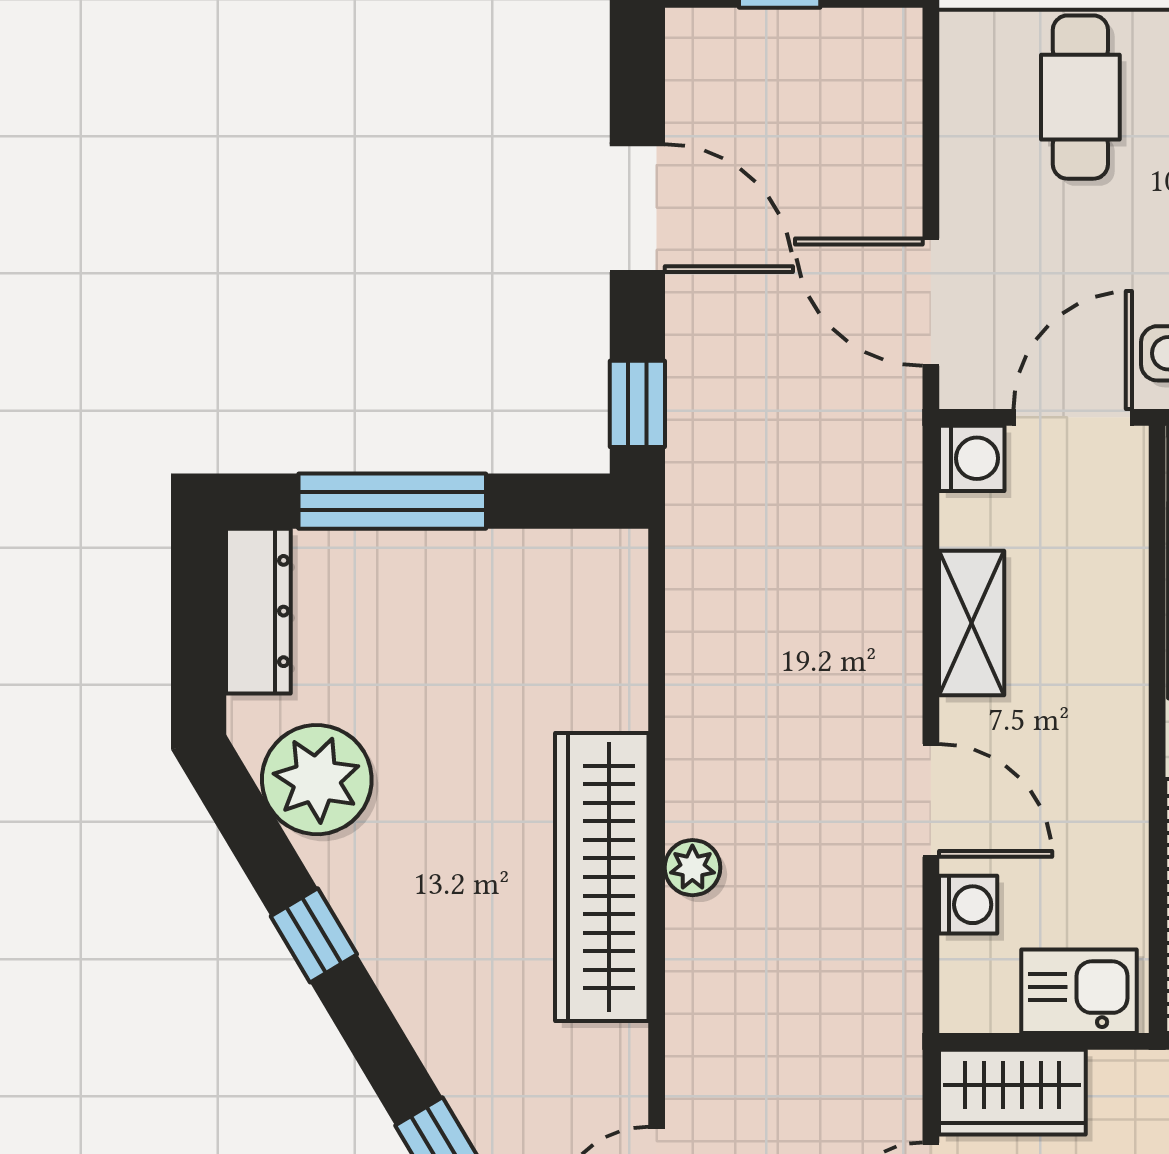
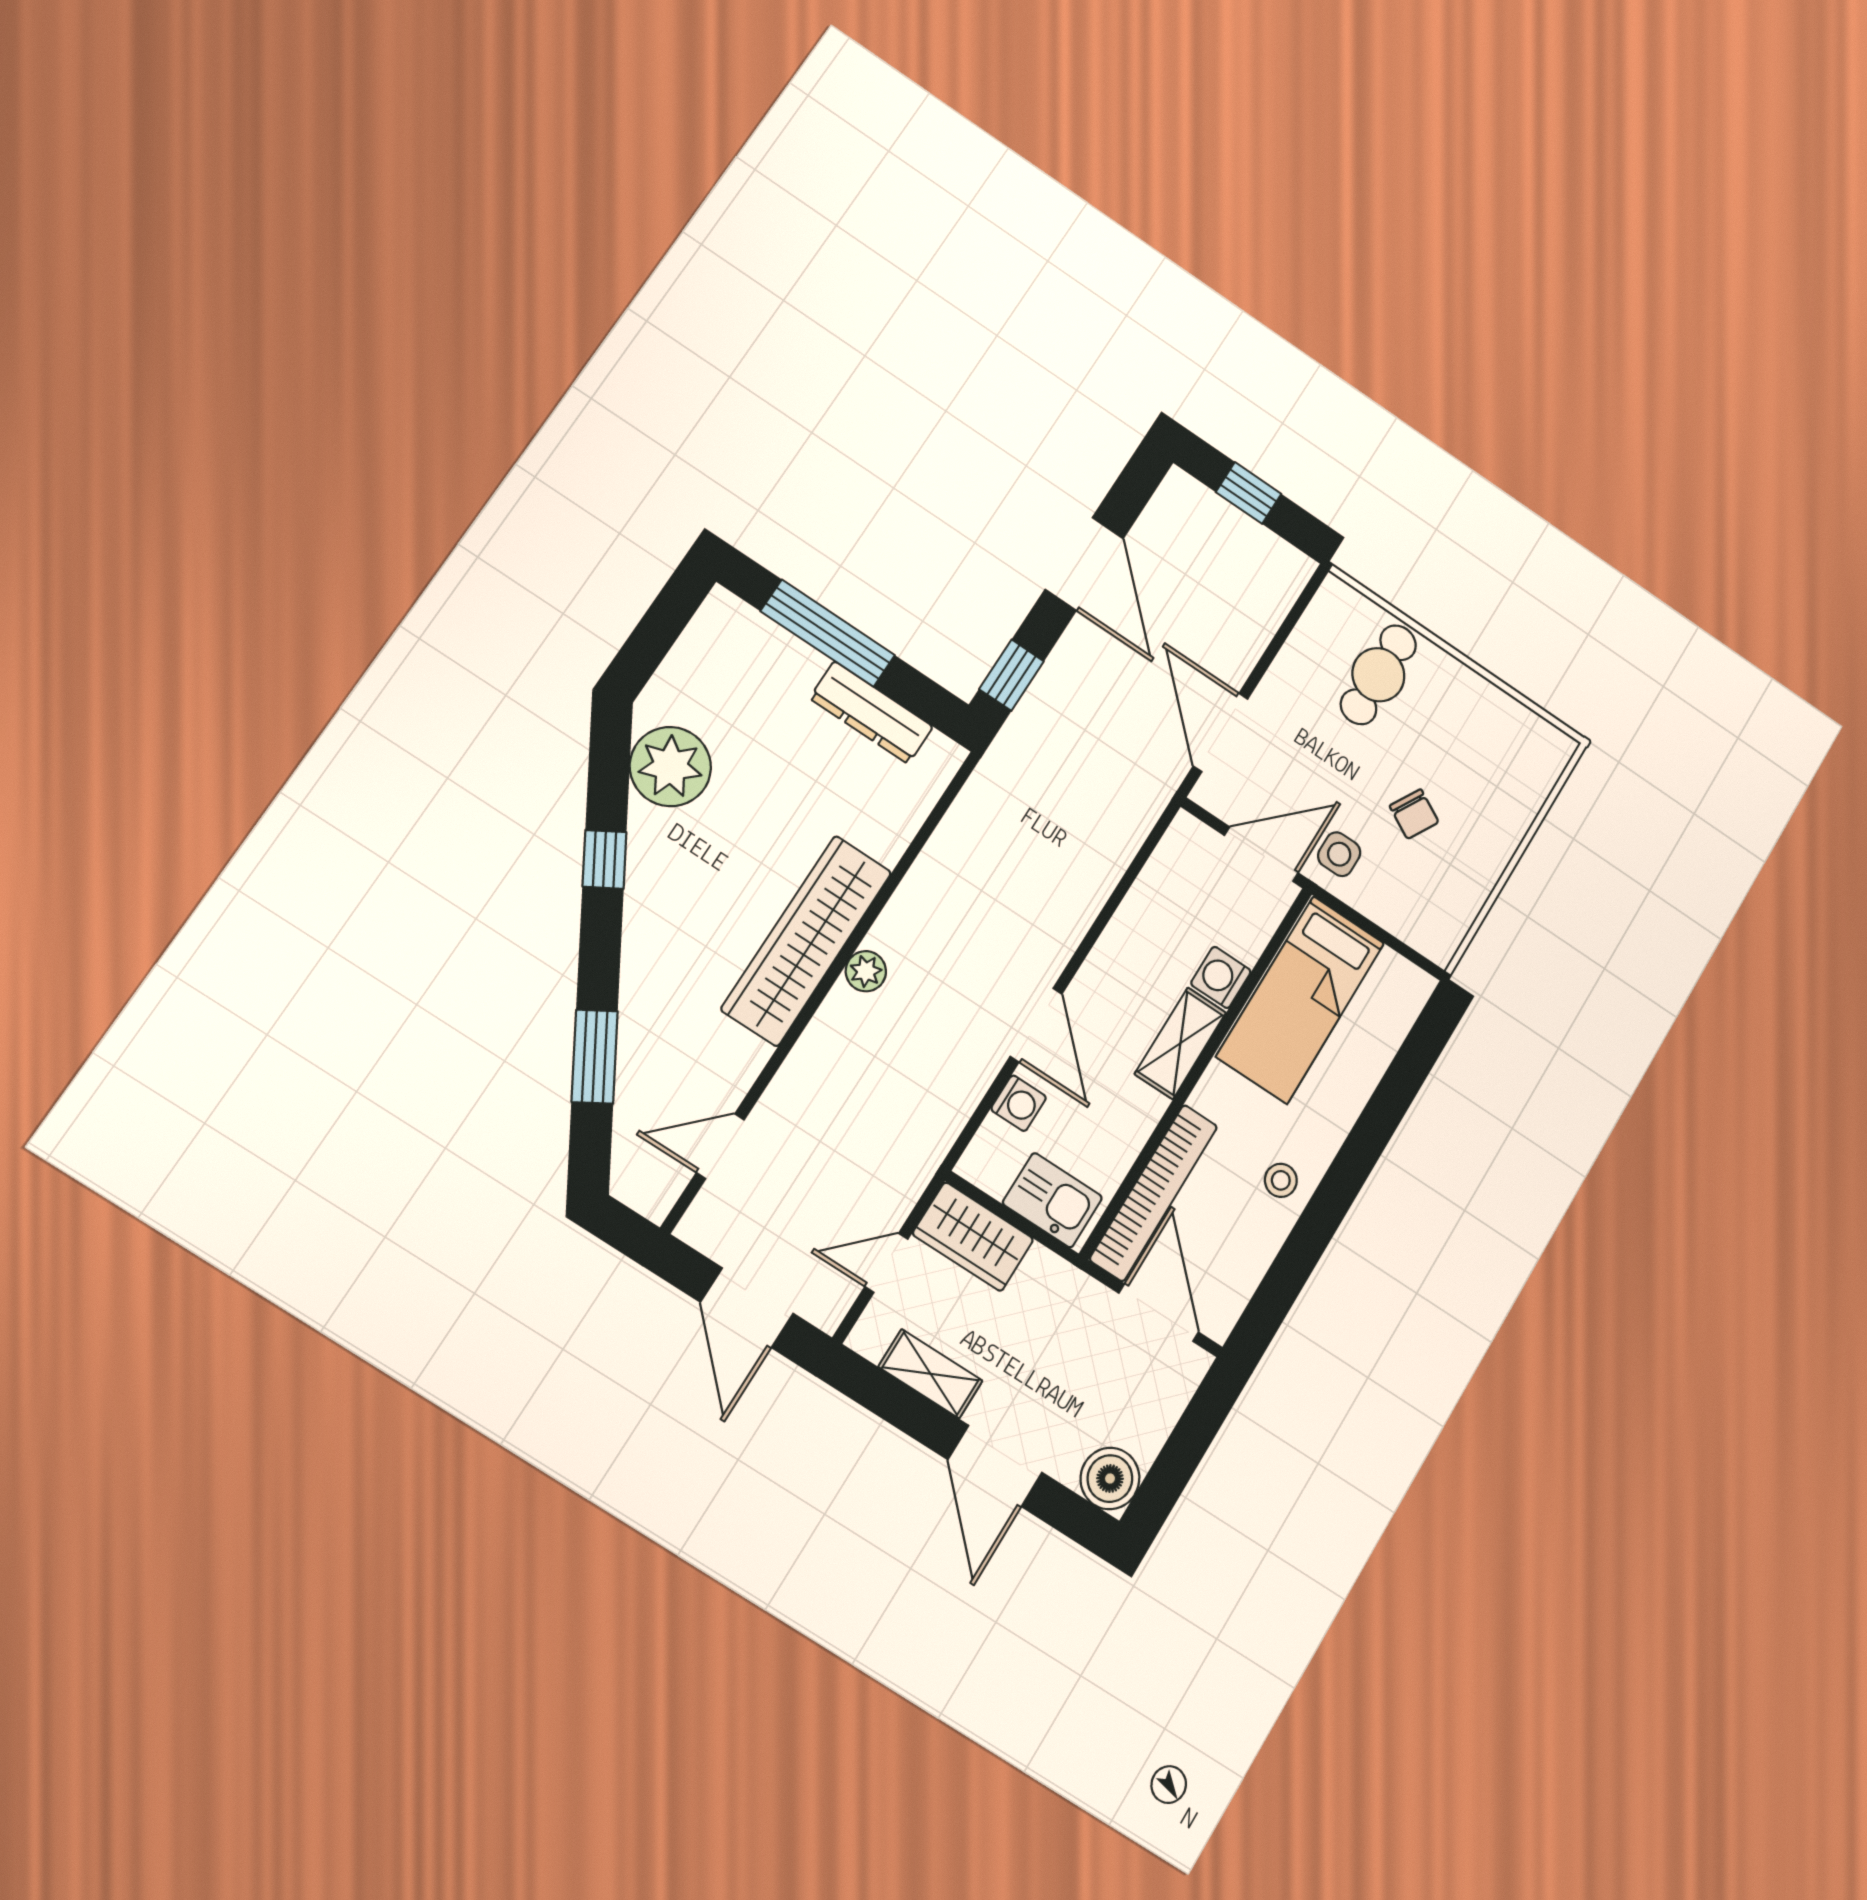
washing machine: (972, 458) -> (1221, 977), moved, turned 180
dresser: (258, 611) -> (871, 713), moved, turned 90
shelving: (972, 623) -> (1180, 1043), moved

